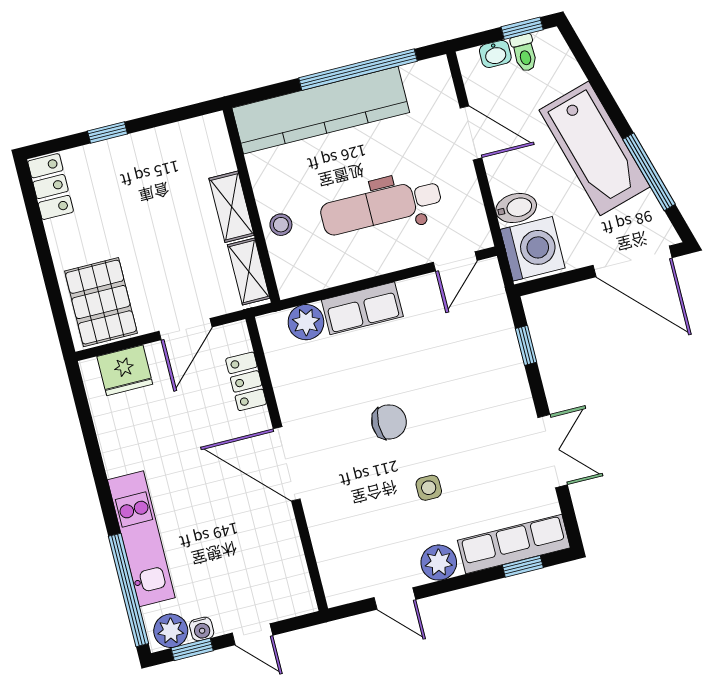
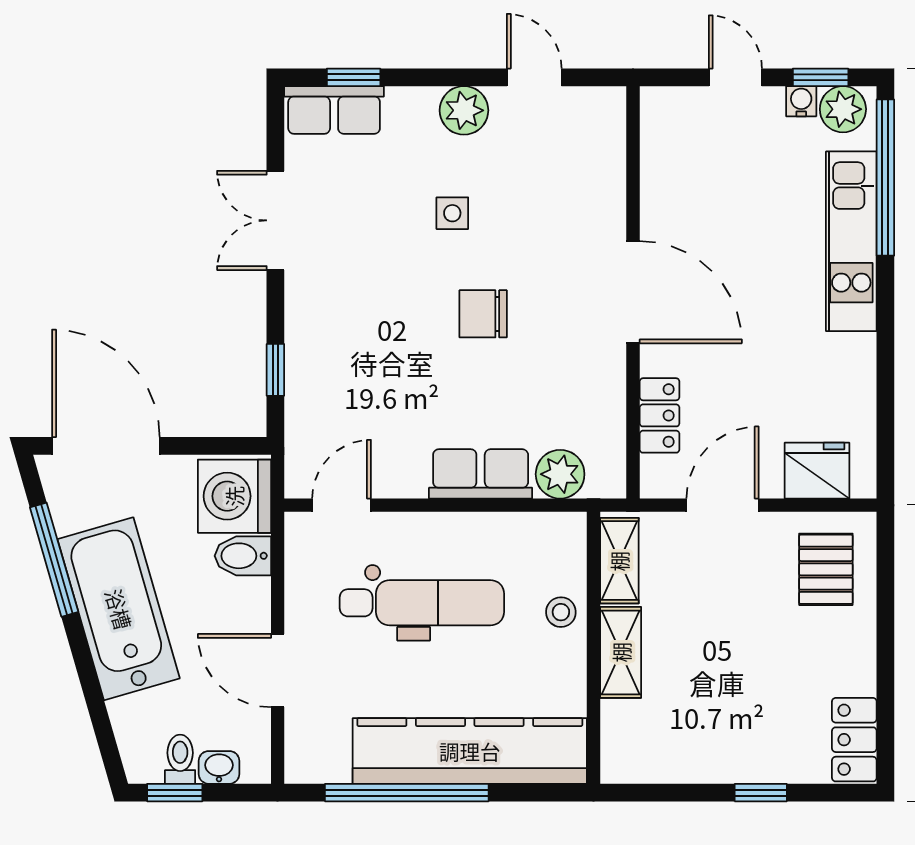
pallet: (101, 302) -> (826, 569), width x0.67, depth x0.71
row of seats: (514, 544) -> (334, 110), width x0.68

